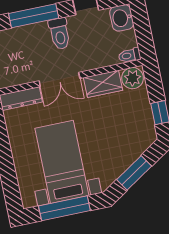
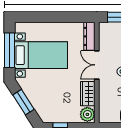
toilet: (129, 55) -> (103, 115), removed

